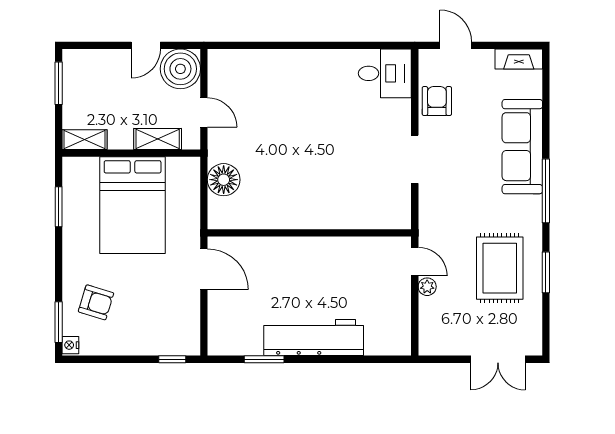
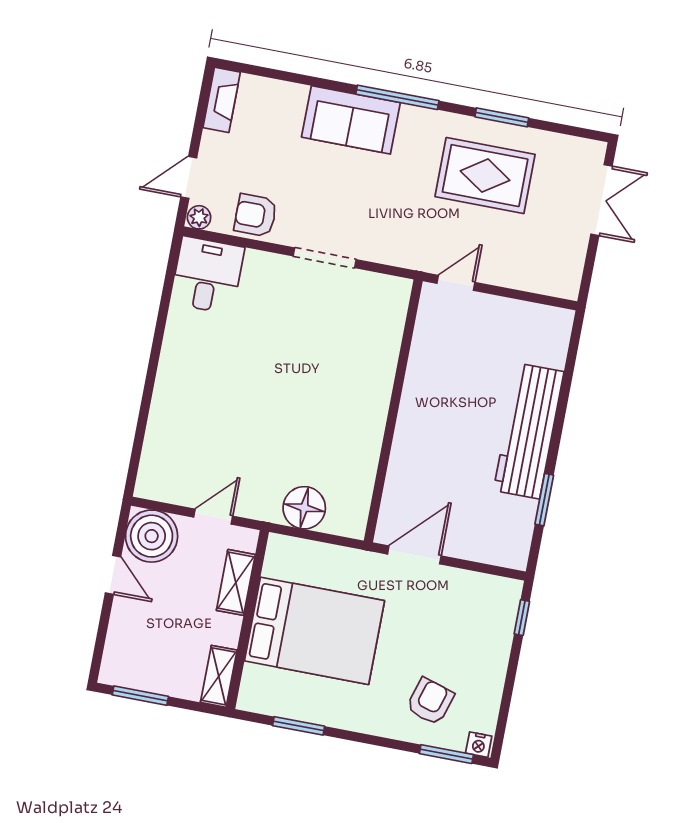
sofa: (522, 147) -> (351, 120), width x0.73
plant: (427, 287) -> (199, 217), moved

